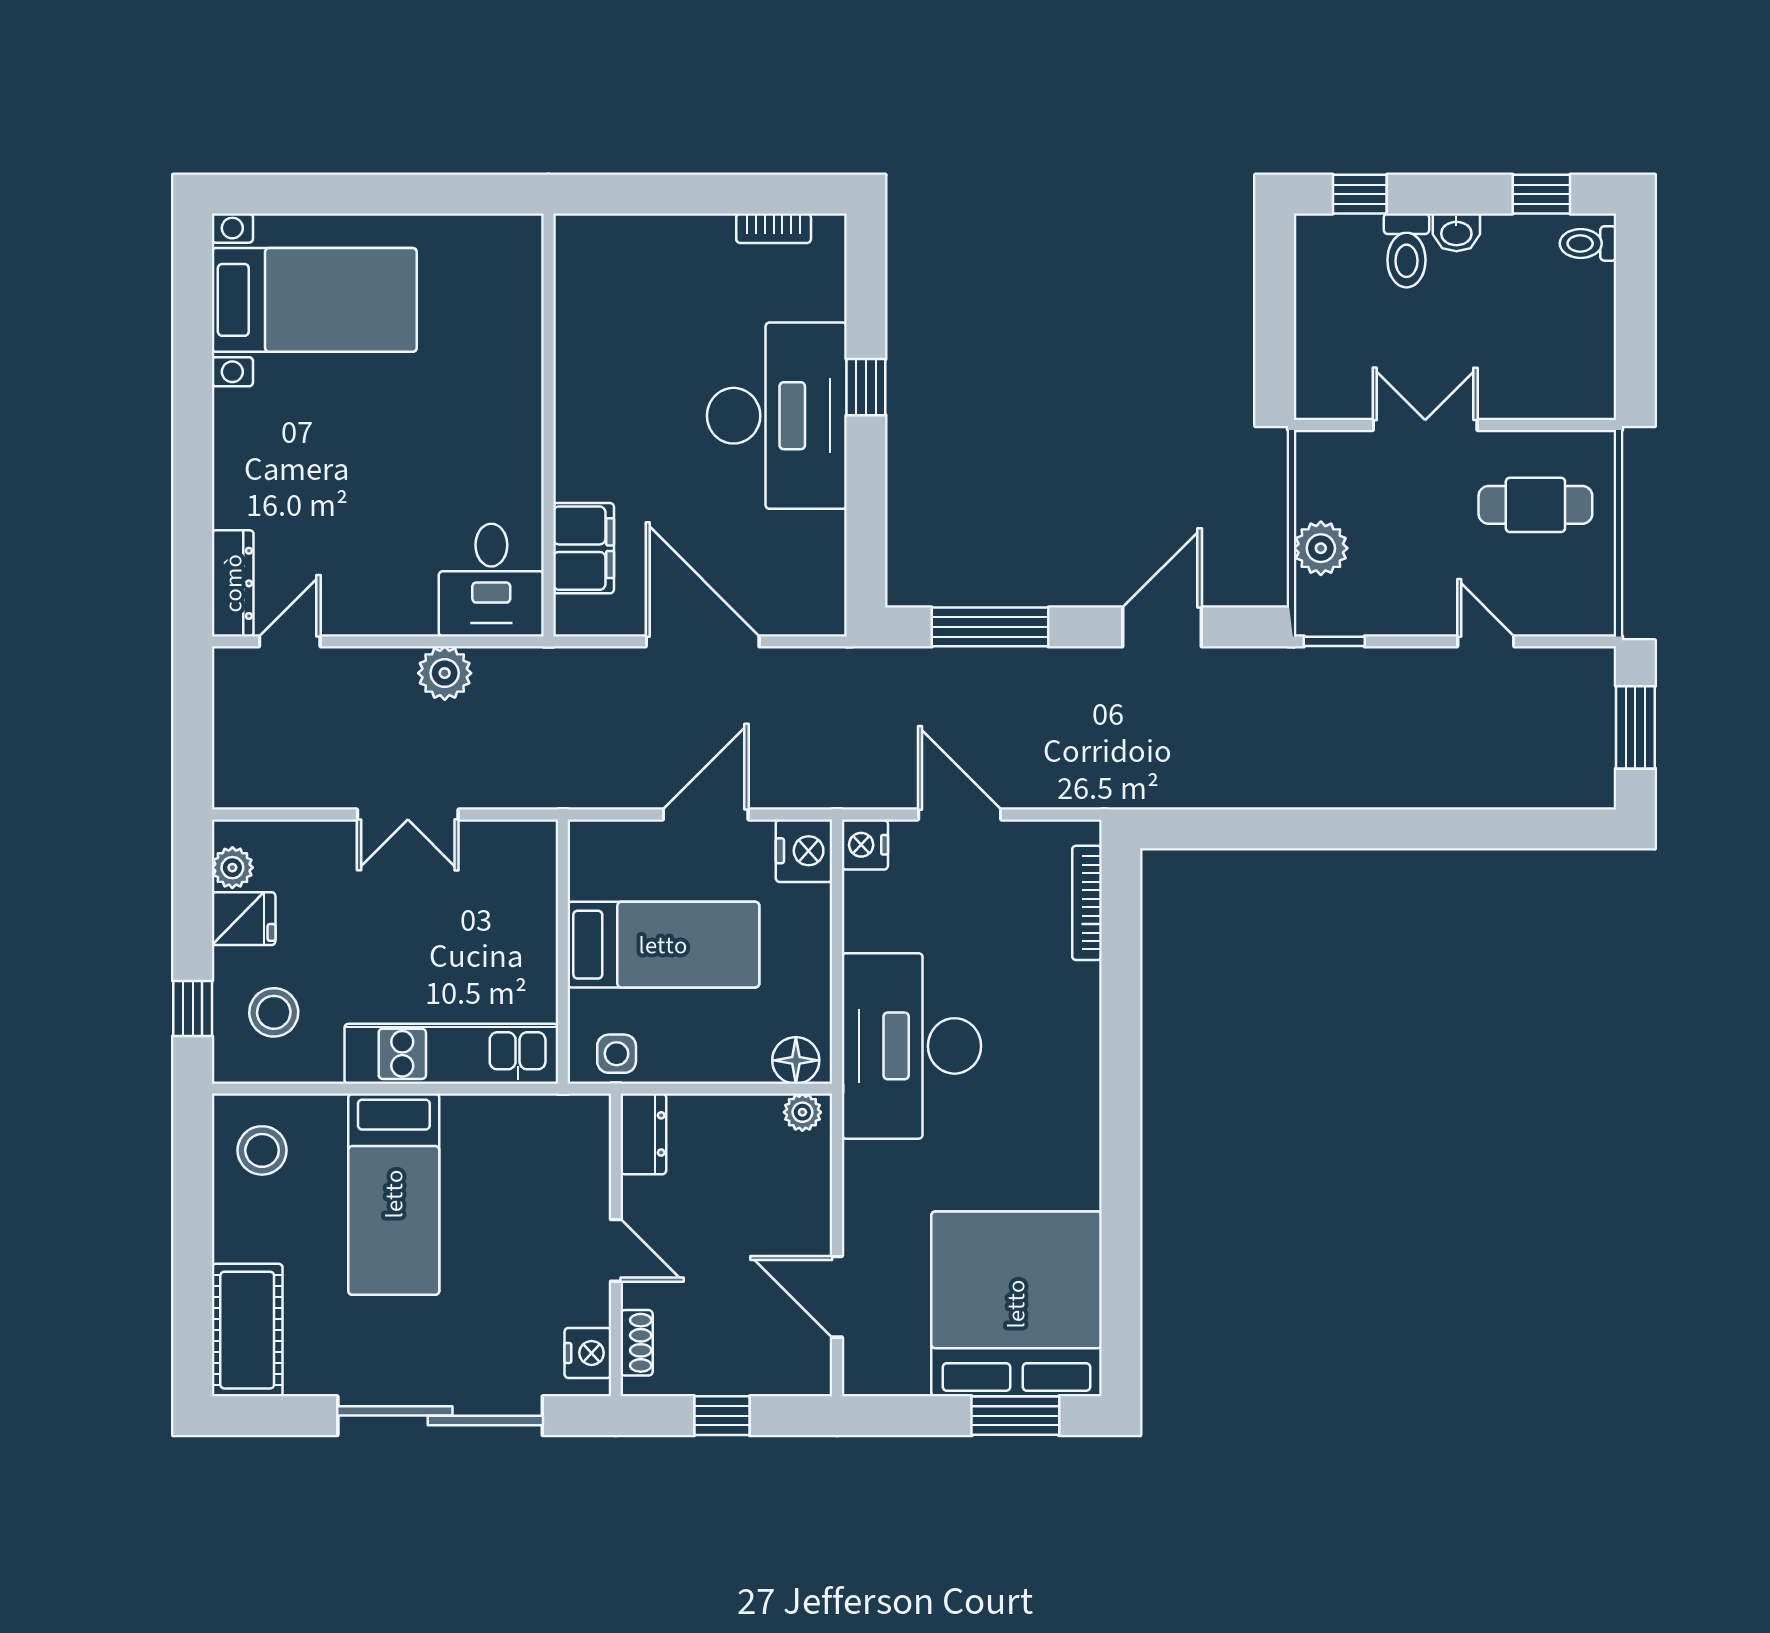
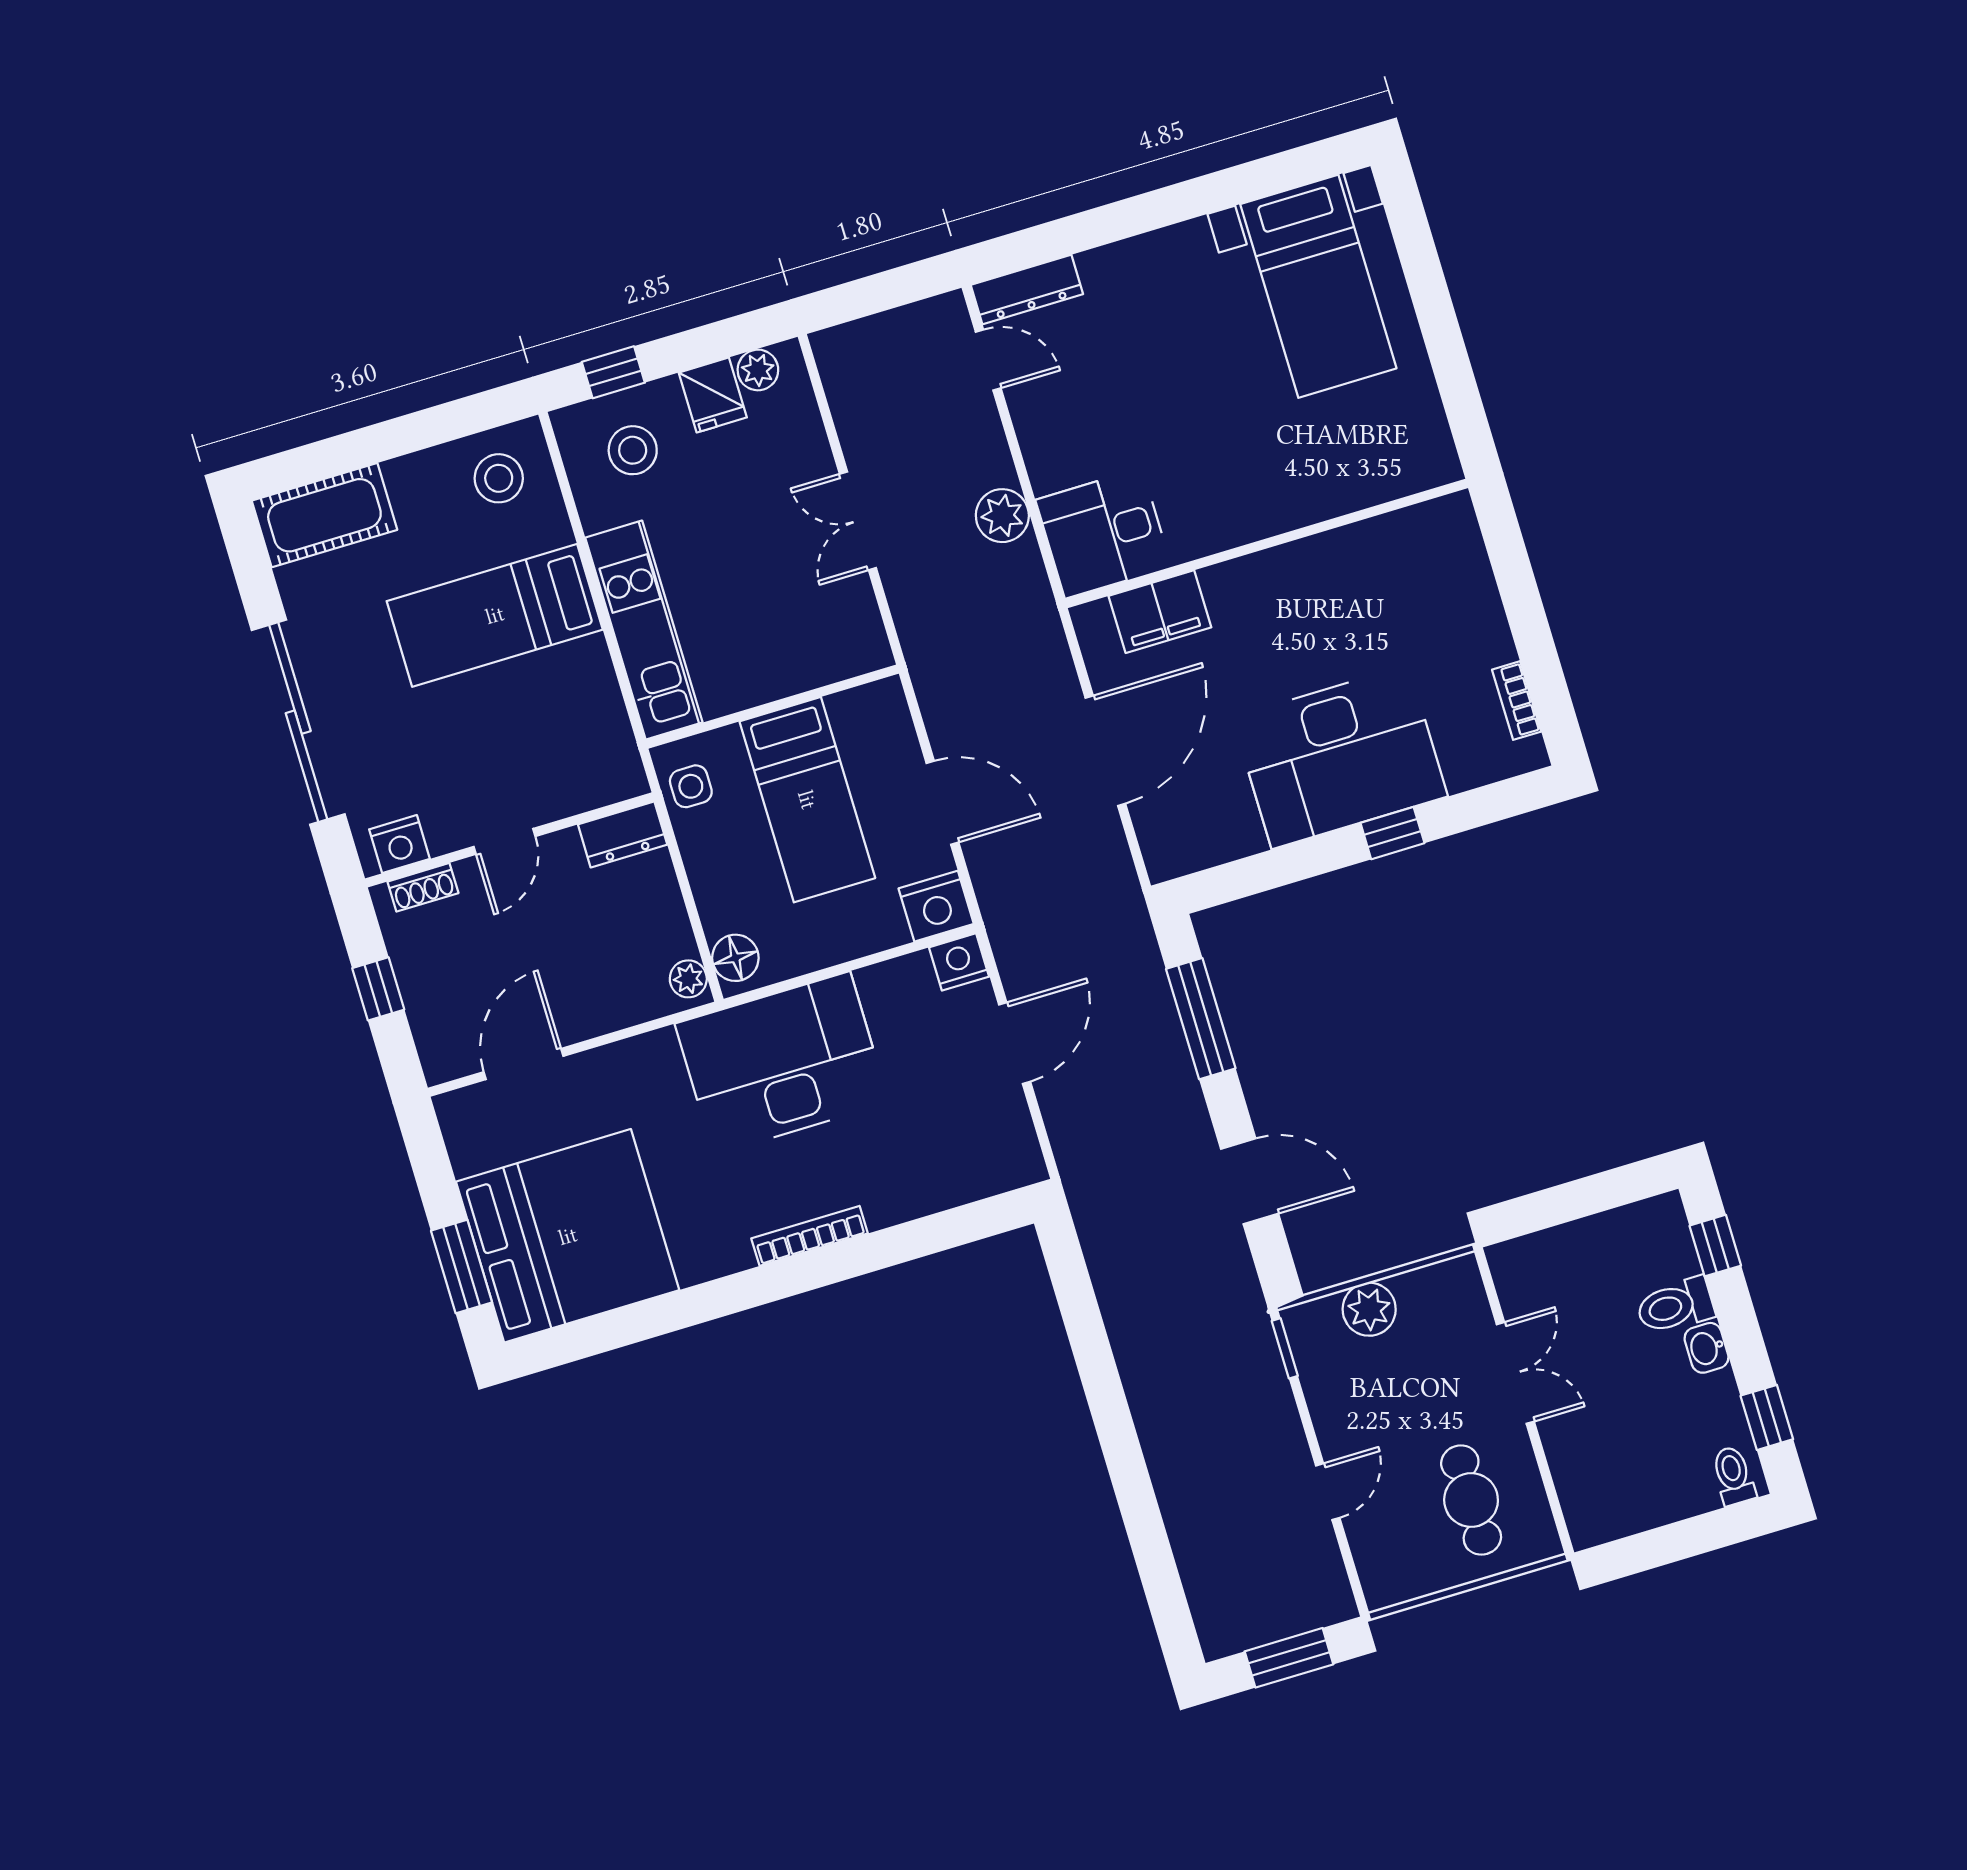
bookcase: (1087, 903) -> (810, 1236), moved

